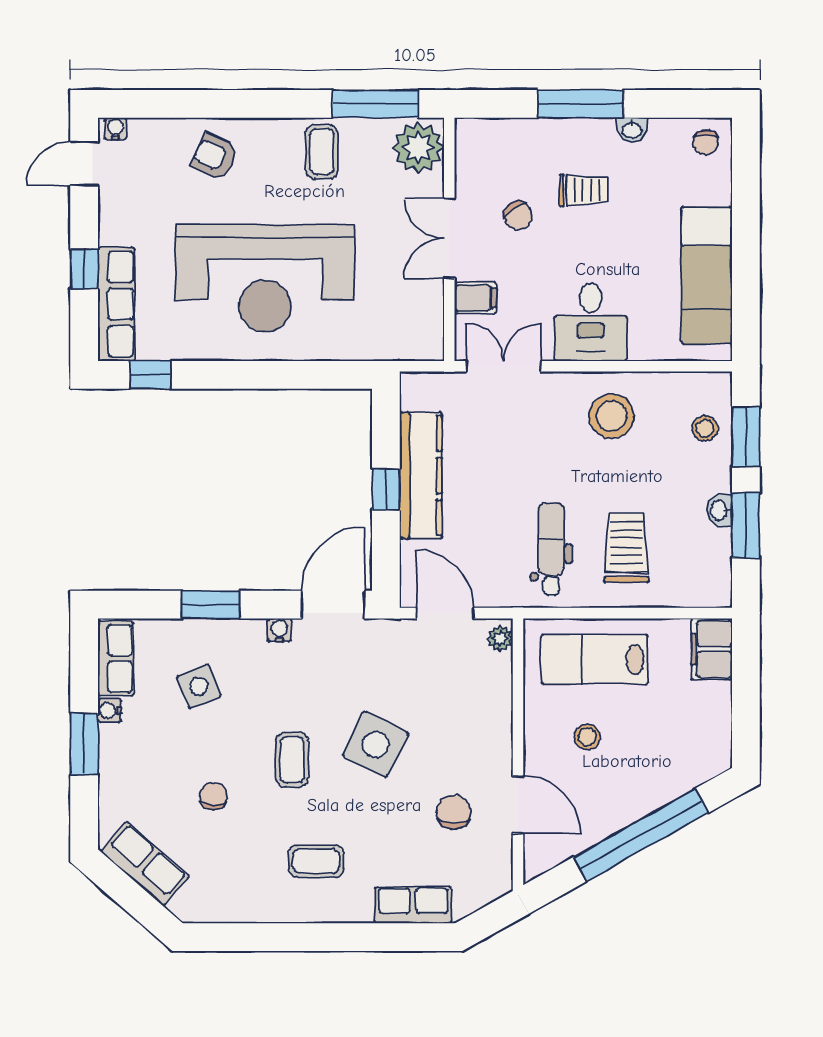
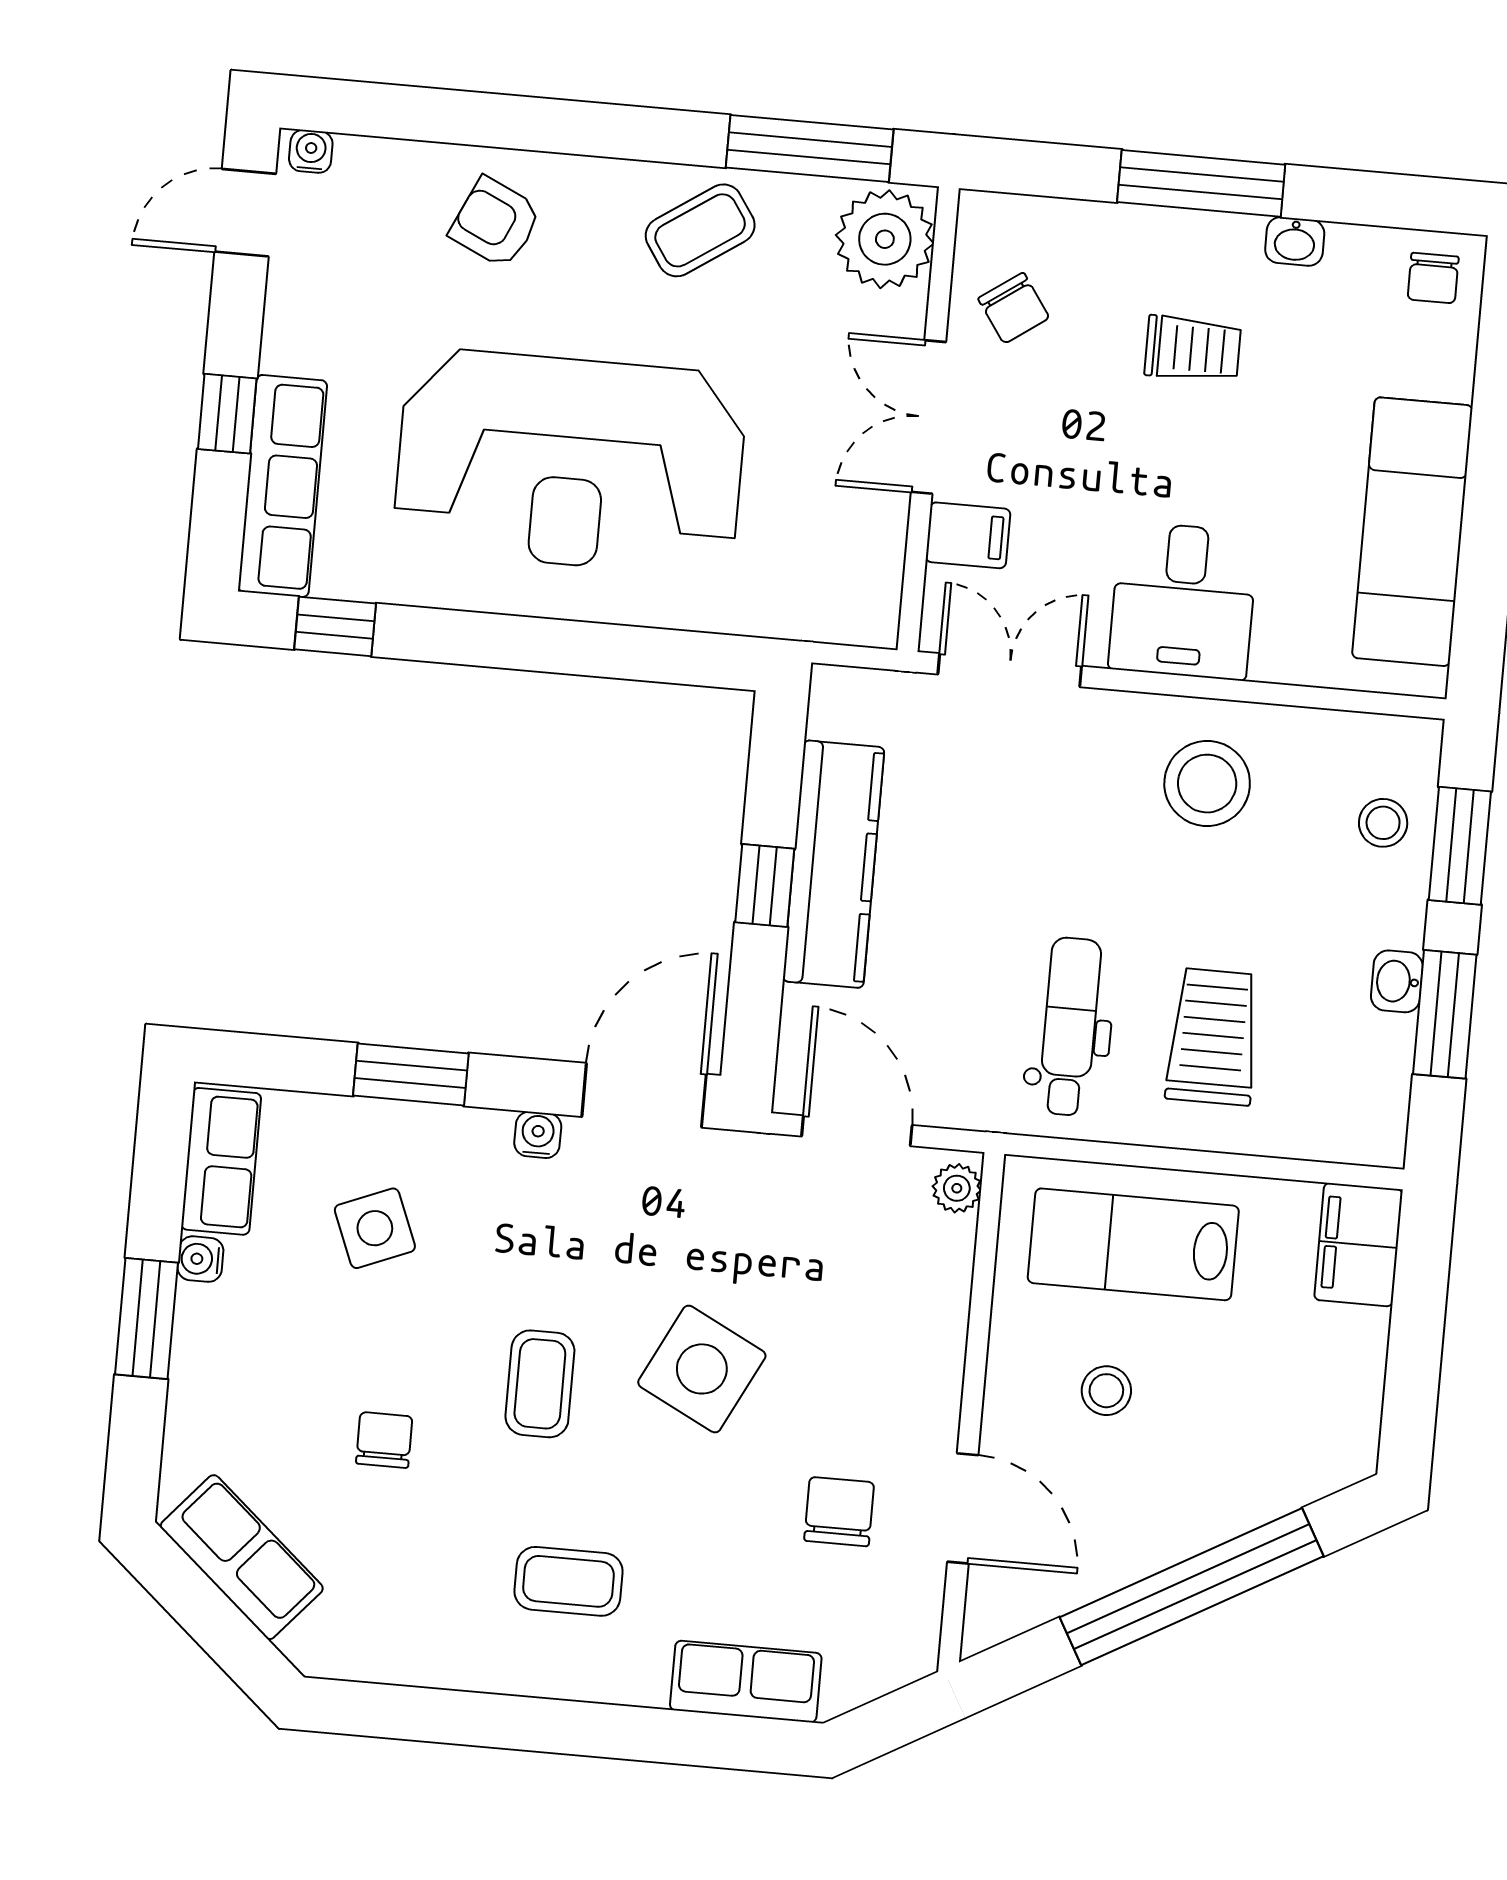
coffee table: (322, 152) -> (700, 230), turned 56
chair: (518, 216) -> (1014, 308), moved

